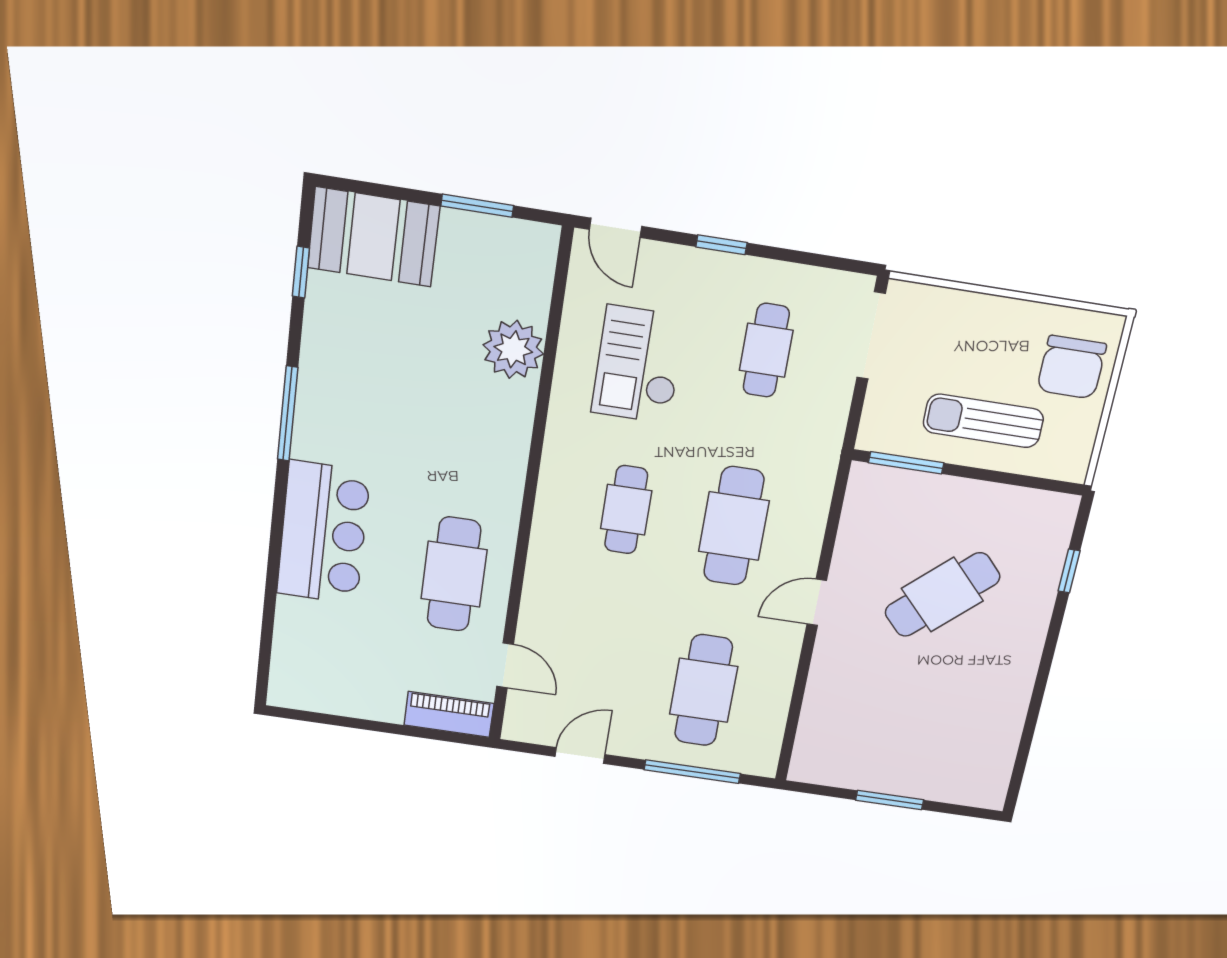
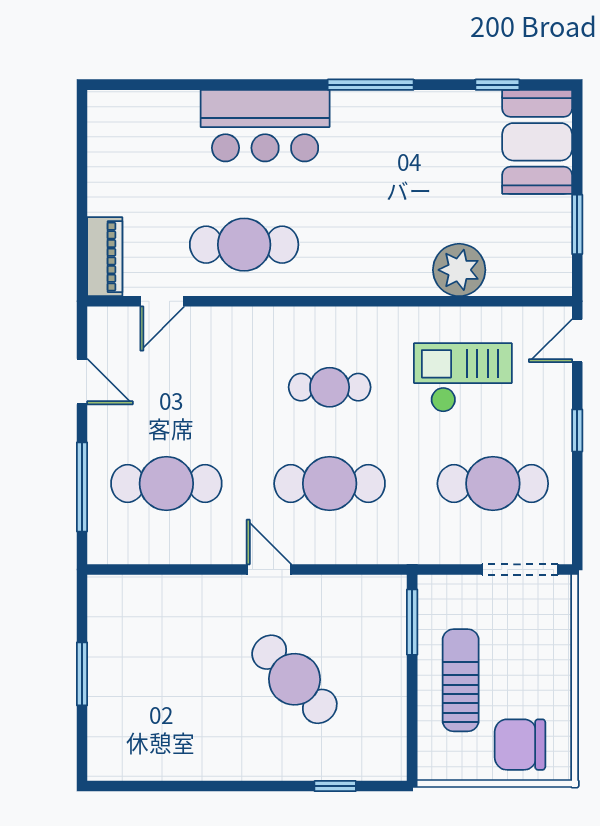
cafe table: (766, 350) -> (493, 484), width x1.37, depth x1.35

